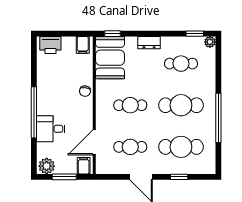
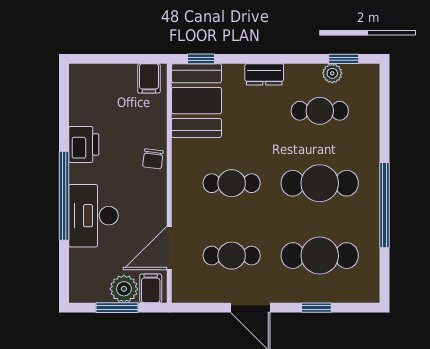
plant: (210, 42) -> (332, 73), moved
printer: (50, 45) -> (84, 144), moved, turned -90
desk: (51, 129) -> (93, 216), width x1.37
plant: (47, 166) -> (124, 289), moved

